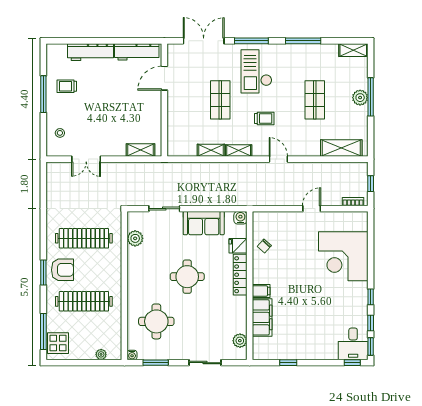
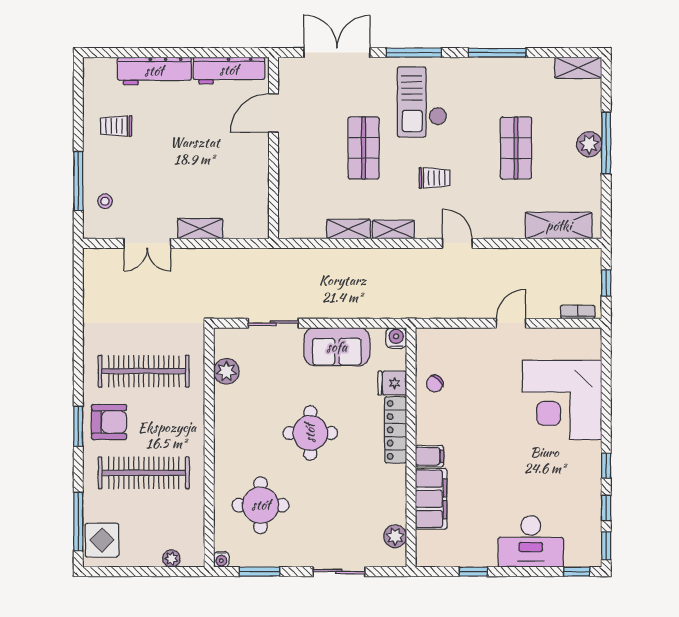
window: (43, 94) -> (78, 181), moved
shelving: (140, 150) -> (200, 229), moved
desk: (353, 344) -> (531, 541), moved, width x1.37

